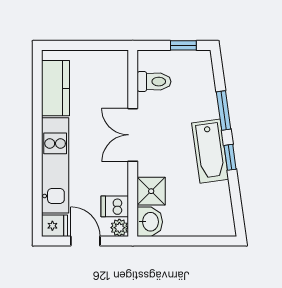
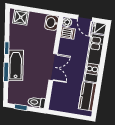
toilet: (154, 82) -> (37, 102), moved
bathtub: (210, 151) -> (16, 65), moved
shower: (151, 191) -> (21, 17), moved

